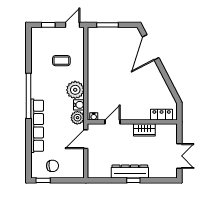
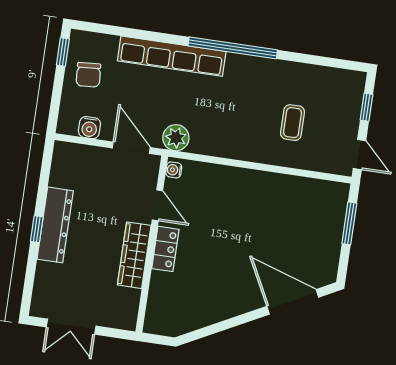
plant: (75, 90) -> (231, 141), removed
water cooler: (79, 105) -> (89, 128), moved
locker: (162, 115) -> (165, 249), moved
wardrobe: (144, 130) -> (134, 255), width x1.50

